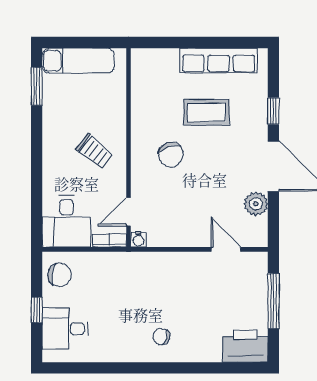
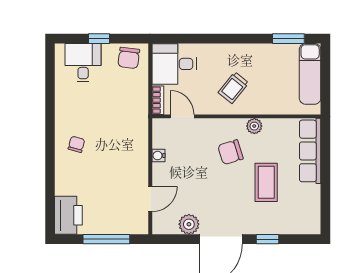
row of seats: (219, 60) -> (310, 151), moved
plant: (140, 127) -> (254, 126), added
water cooler: (138, 240) -> (159, 156), moved

